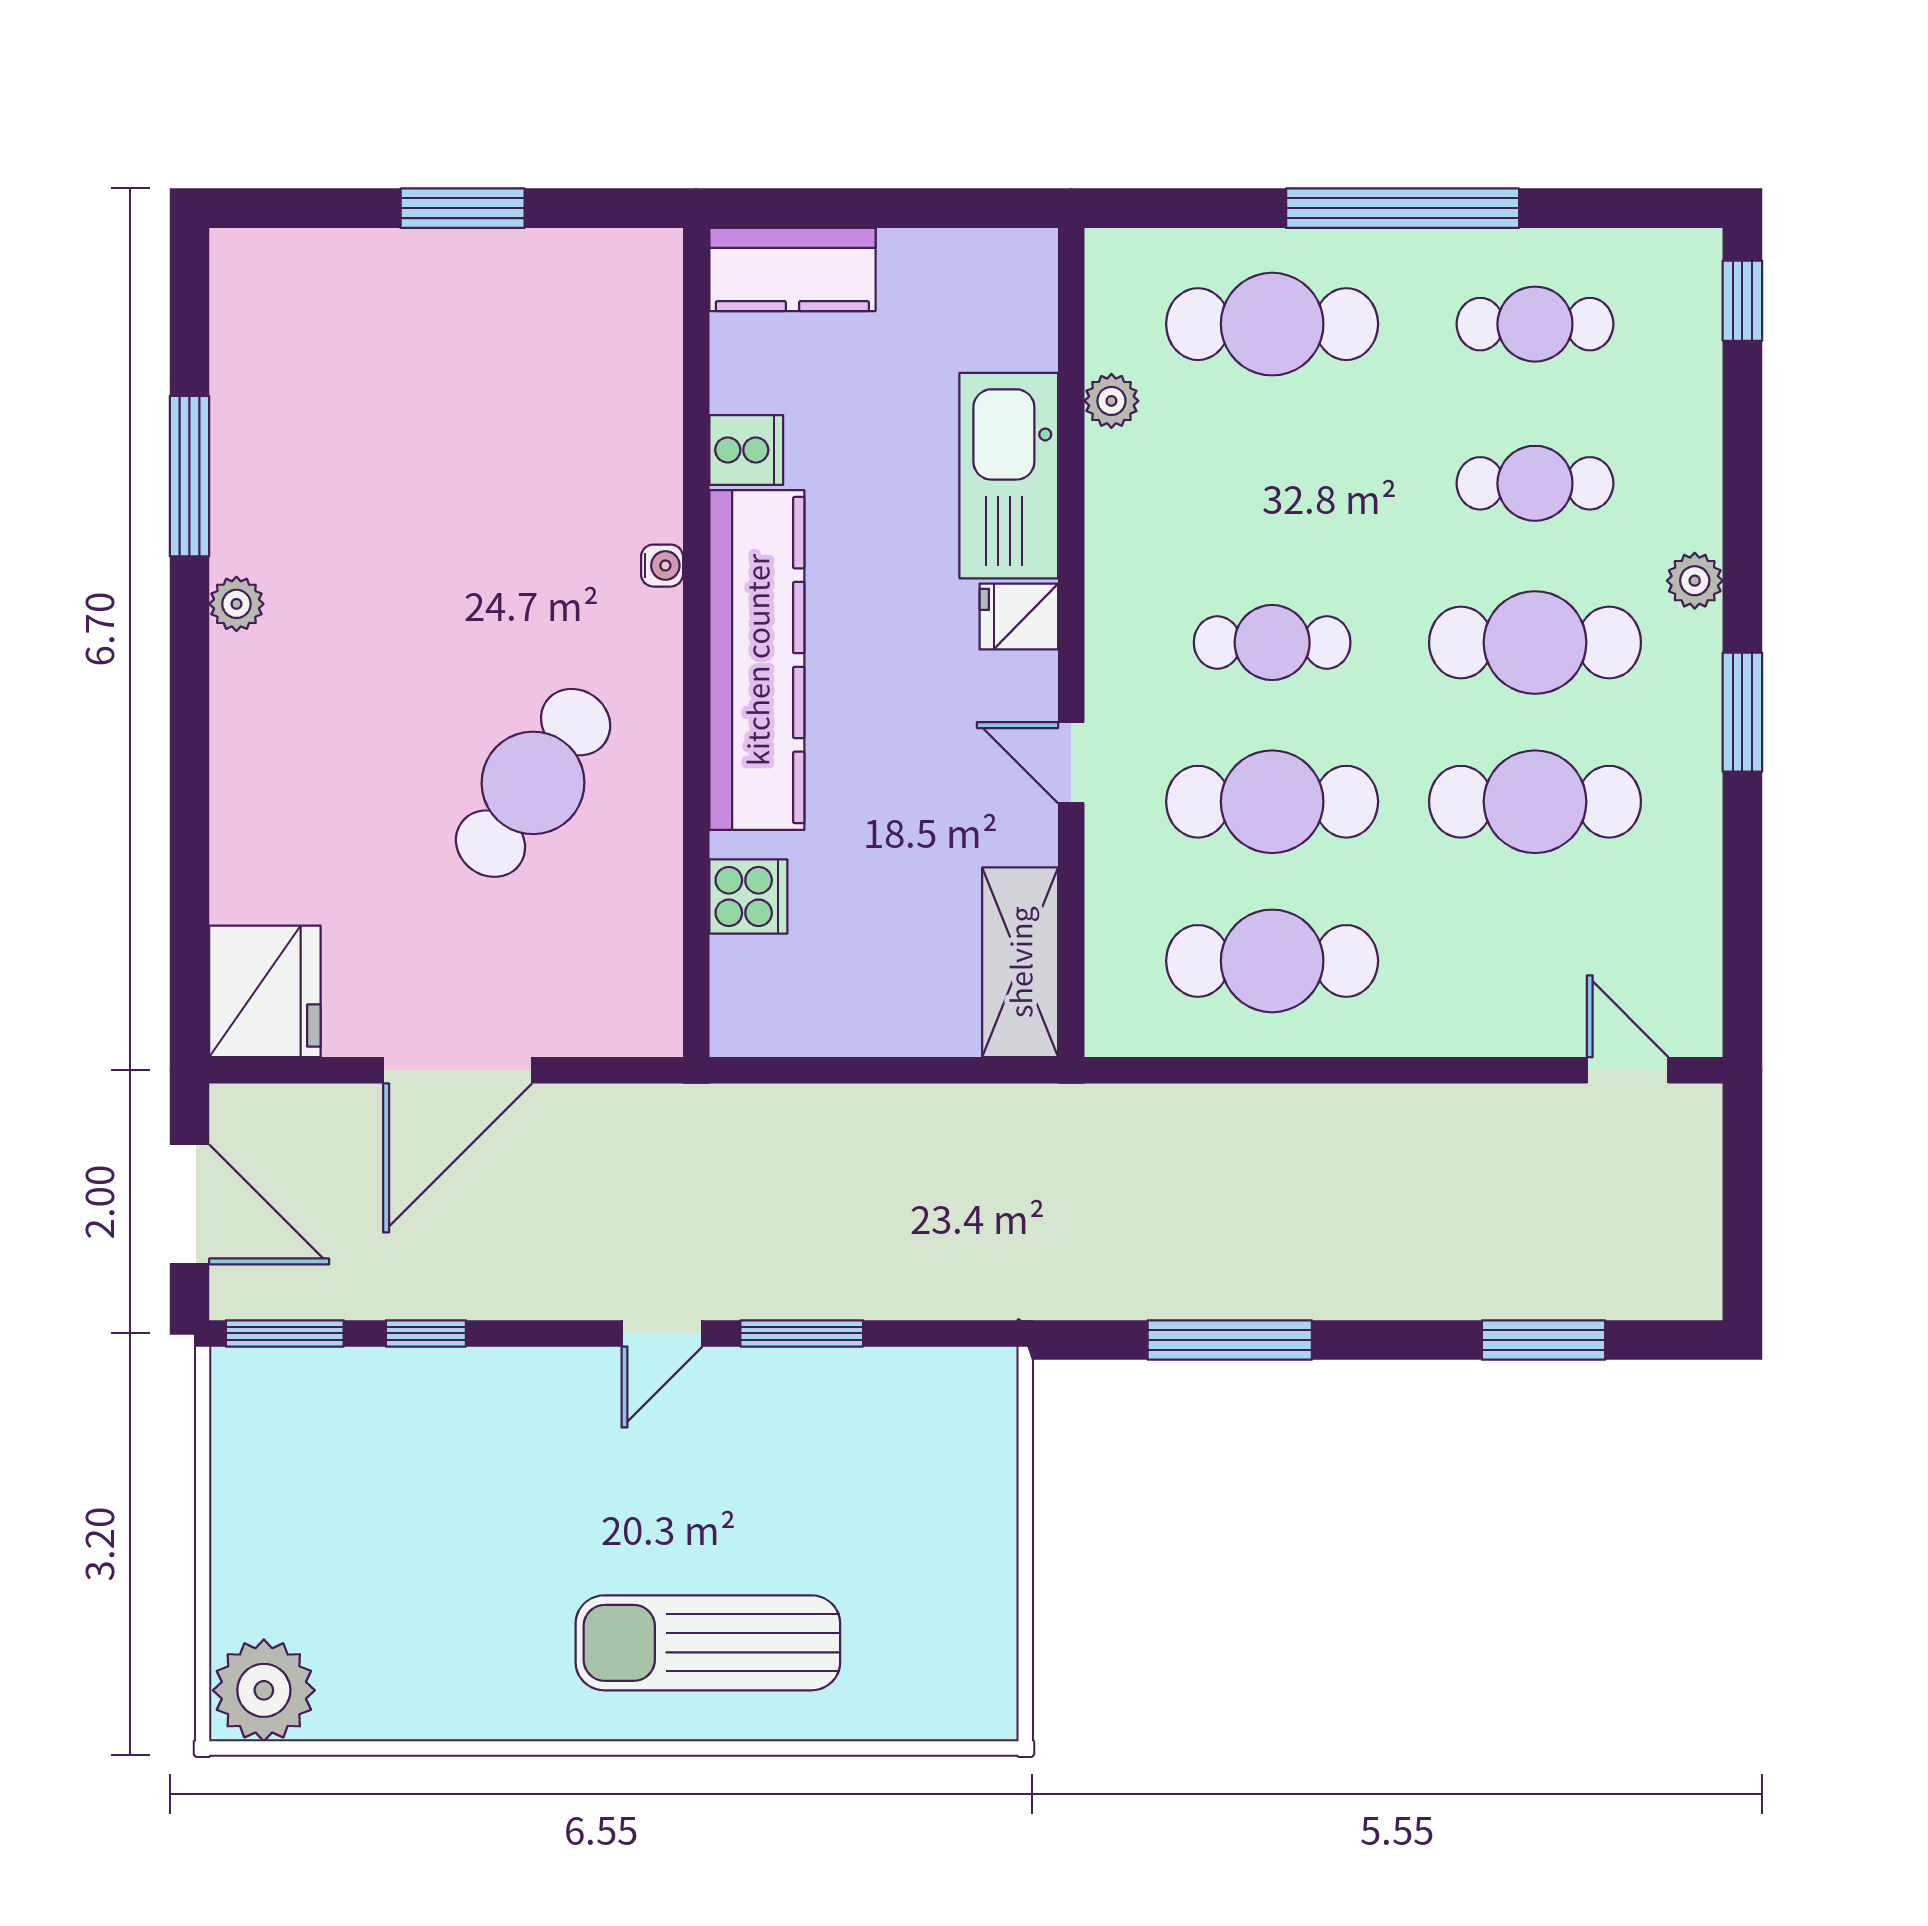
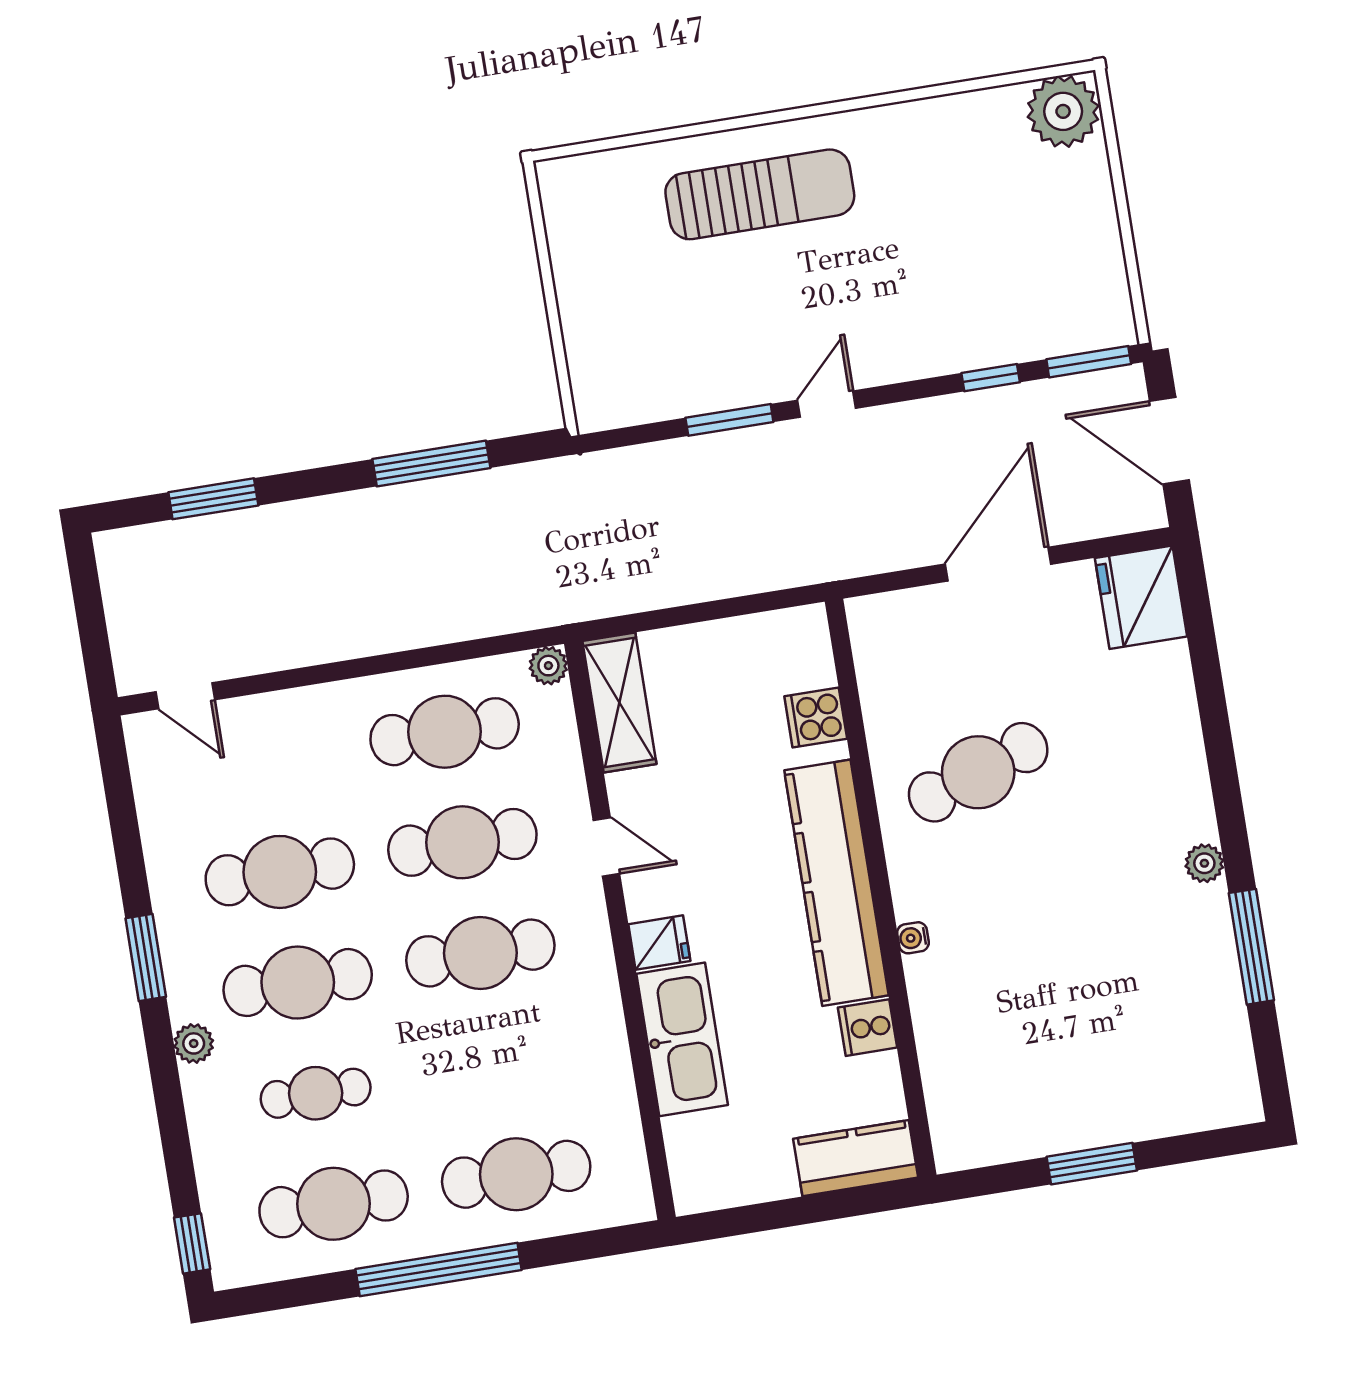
cafe table: (1535, 324) -> (334, 1204), width x1.37, depth x1.35
plant: (1111, 401) -> (548, 666), moved
cafe table: (1272, 643) -> (480, 953), width x1.37, depth x1.35
cafe table: (533, 783) -> (978, 772), turned 36

